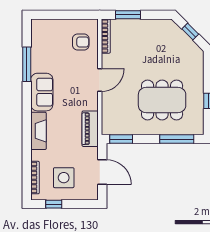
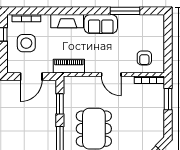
window: (121, 139) -> (60, 104), moved

